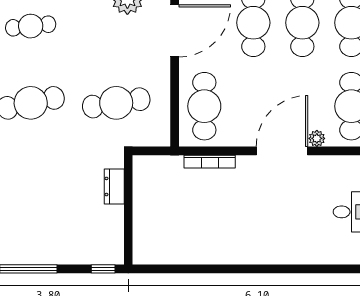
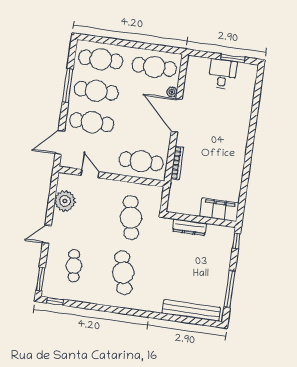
door: (175, 31) -> (90, 174), width x0.53
dresser: (114, 186) -> (189, 227), width x1.44
filing cabinet: (147, 236) -> (219, 210), added

